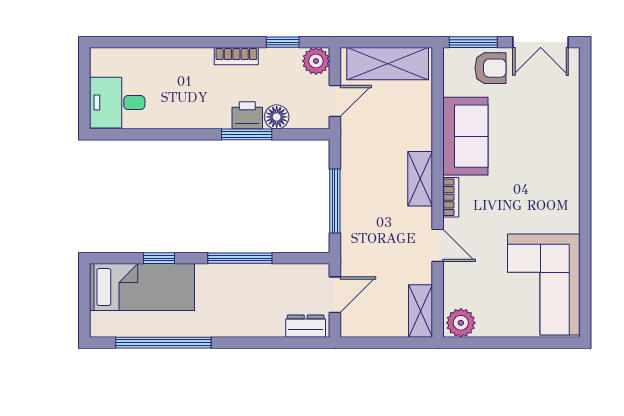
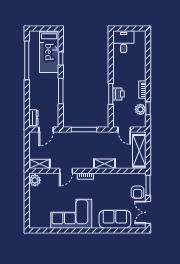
plant: (316, 61) -> (140, 109), moved
floor lamp: (277, 117) -> (118, 106), removed
sofa: (465, 136) -> (115, 219), moved, turned 180
shelving: (420, 179) -> (104, 164), moved
corner sofa: (544, 285) -> (71, 214), moved
door: (335, 295) -> (46, 129), hinge flipped

